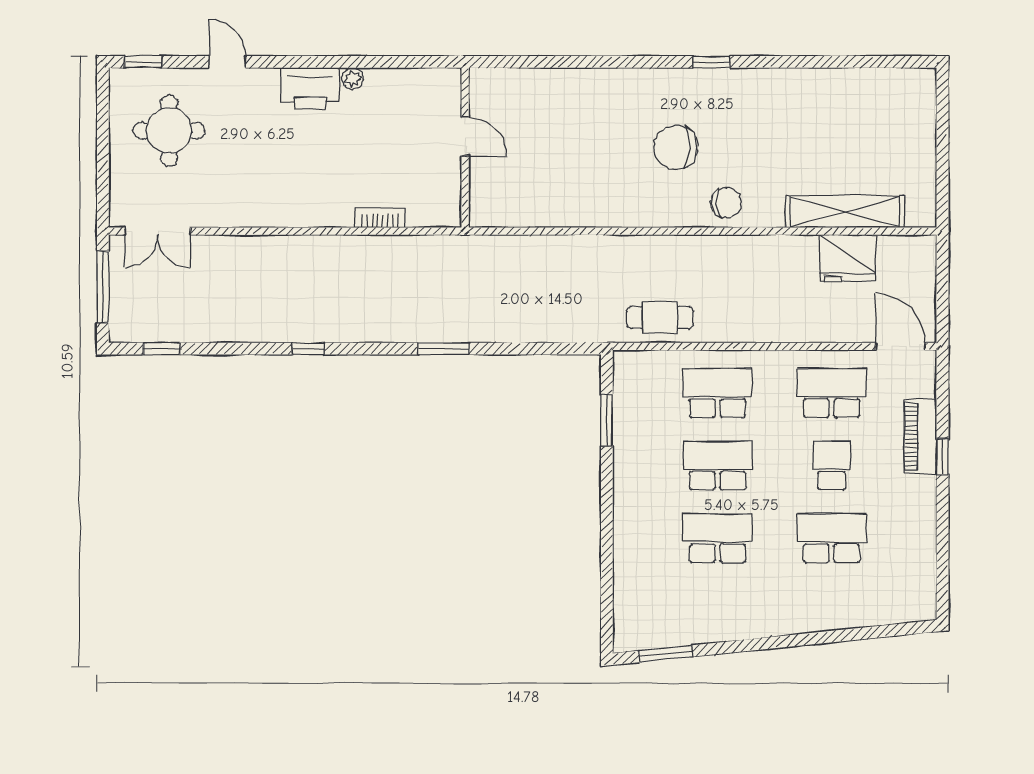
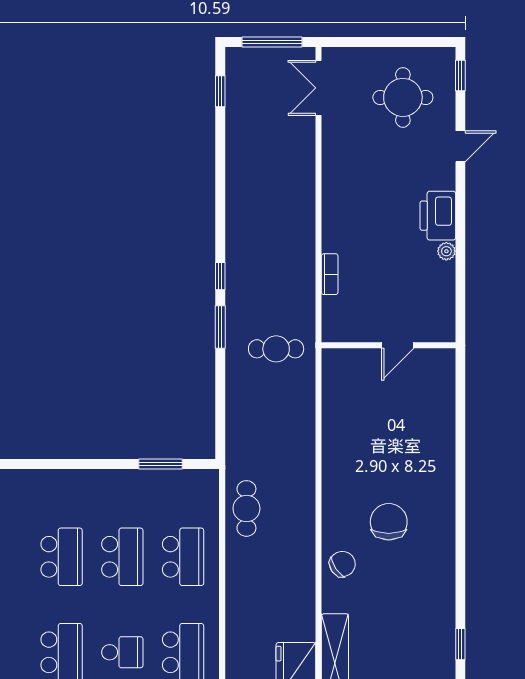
window: (711, 62) -> (460, 644), moved
chair: (726, 203) -> (342, 564), turned -118
cafe table: (469, 282) -> (276, 349), added
window: (308, 349) -> (220, 276), moved

